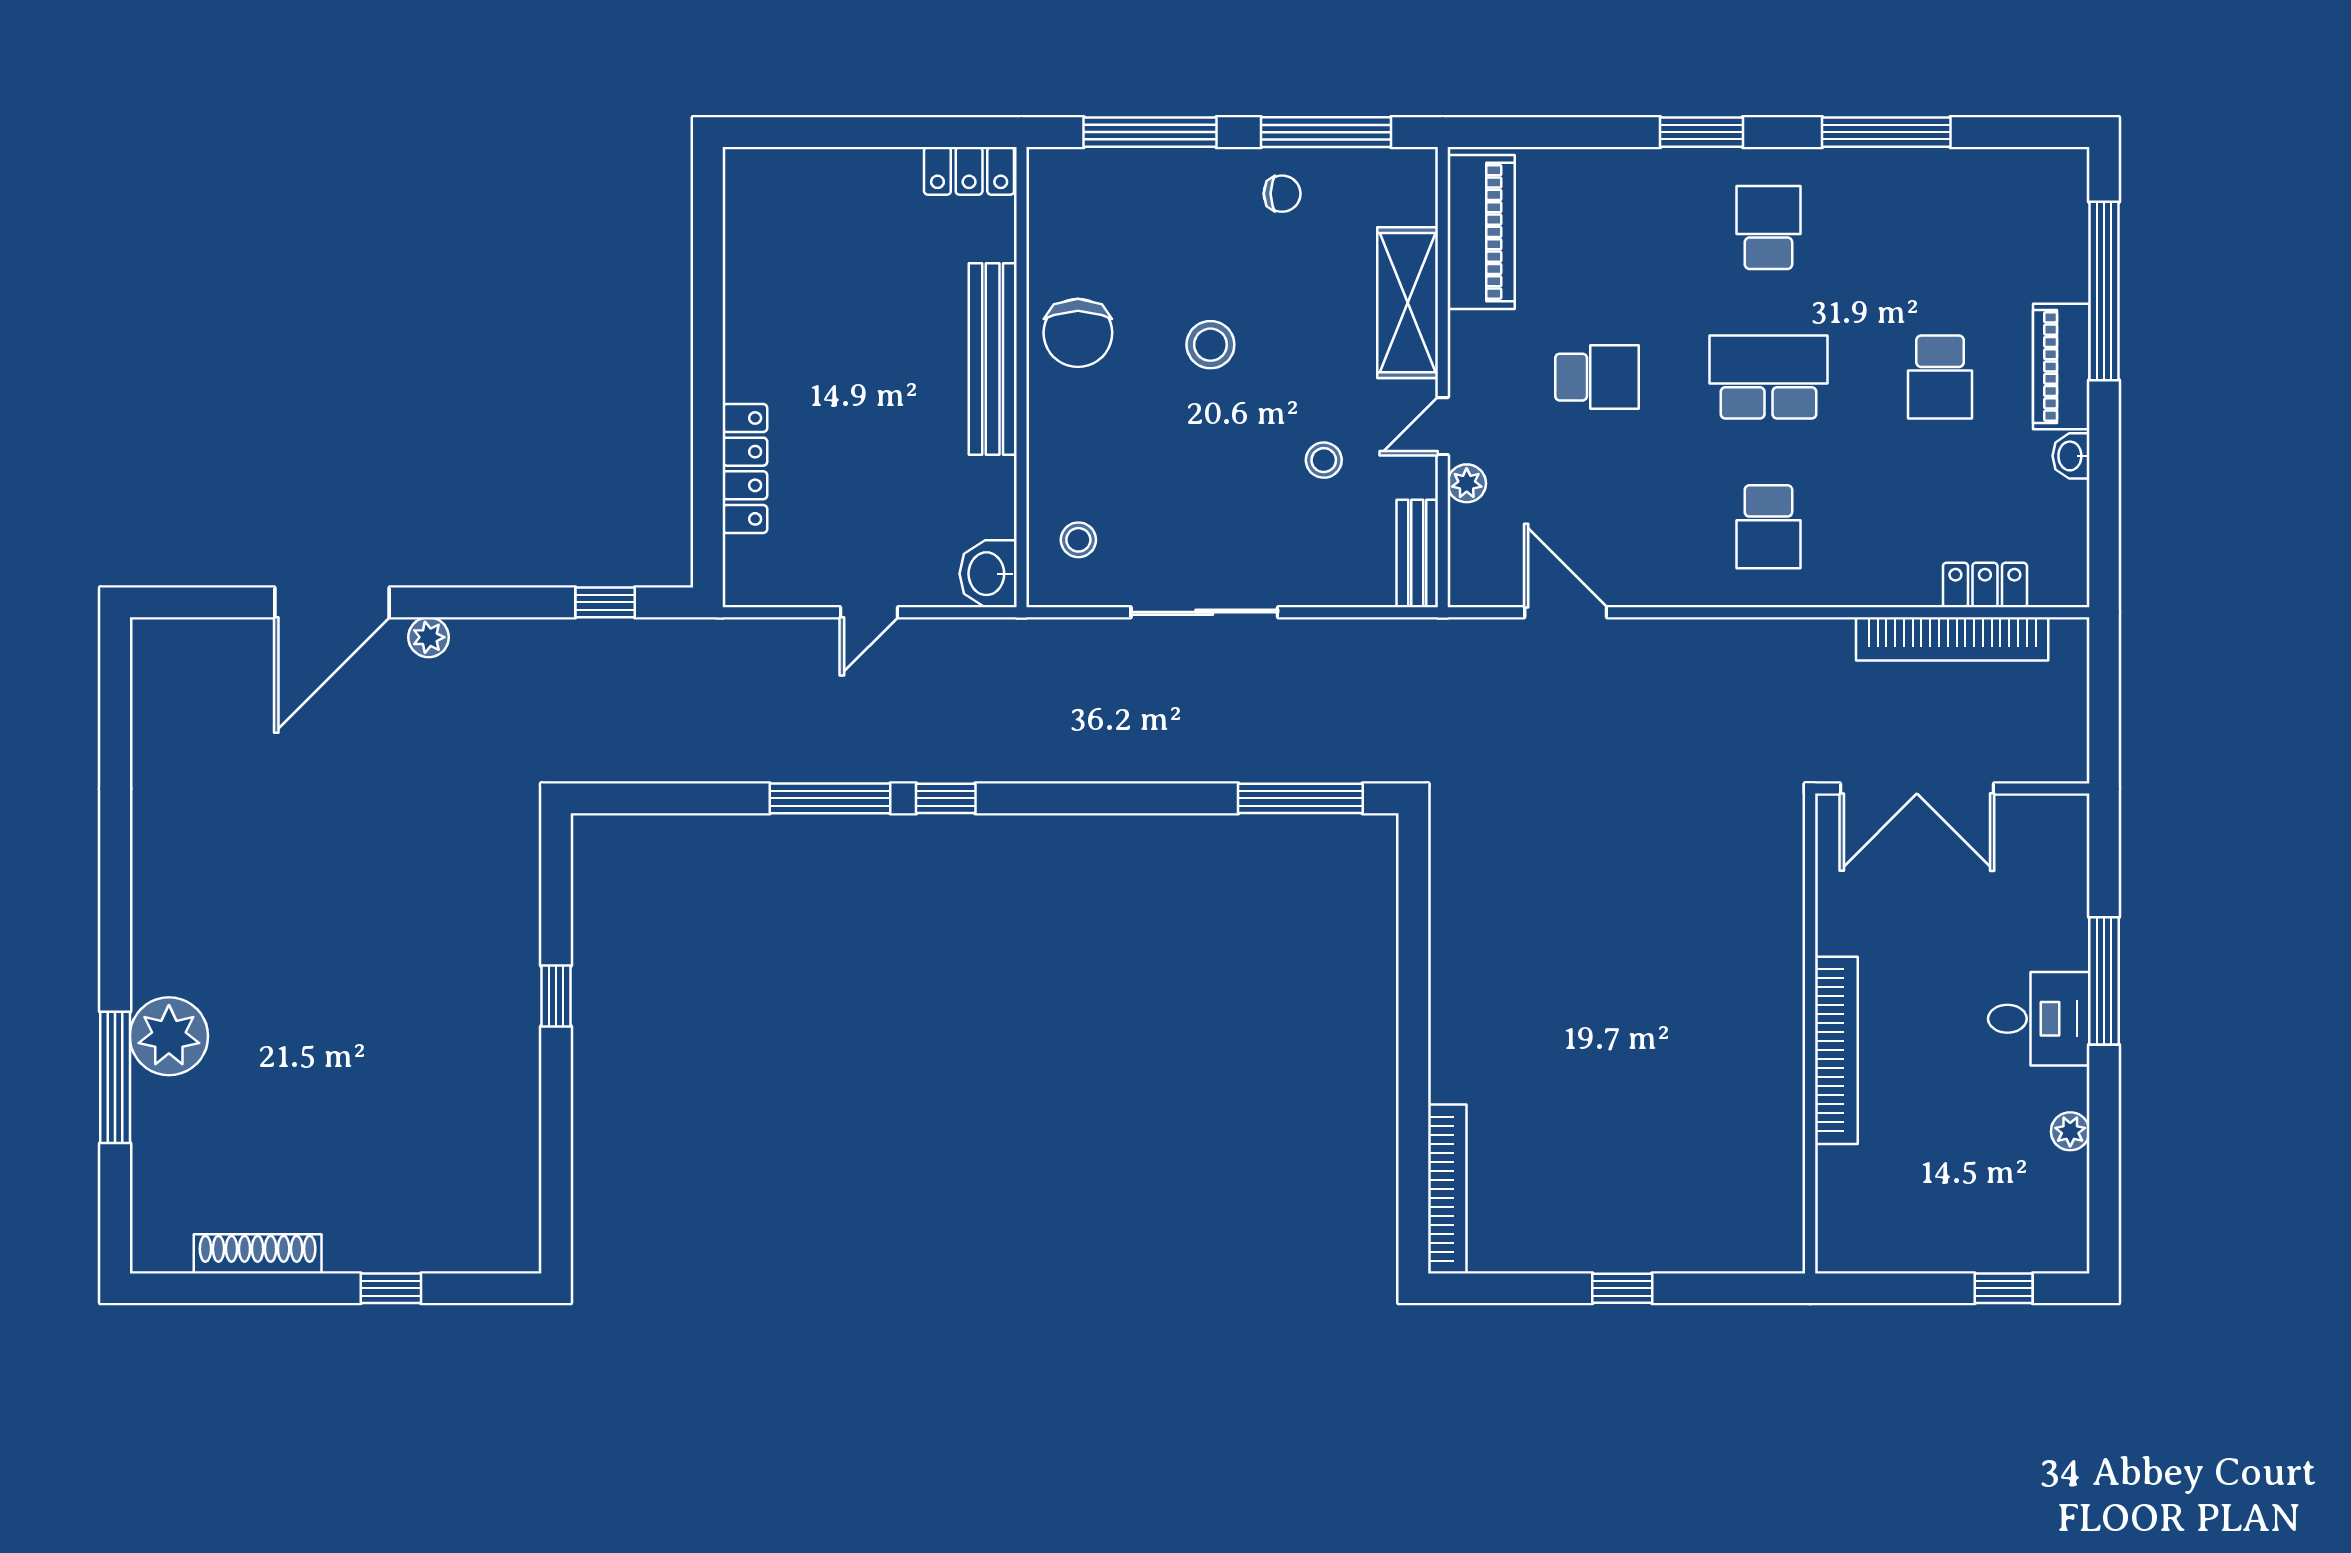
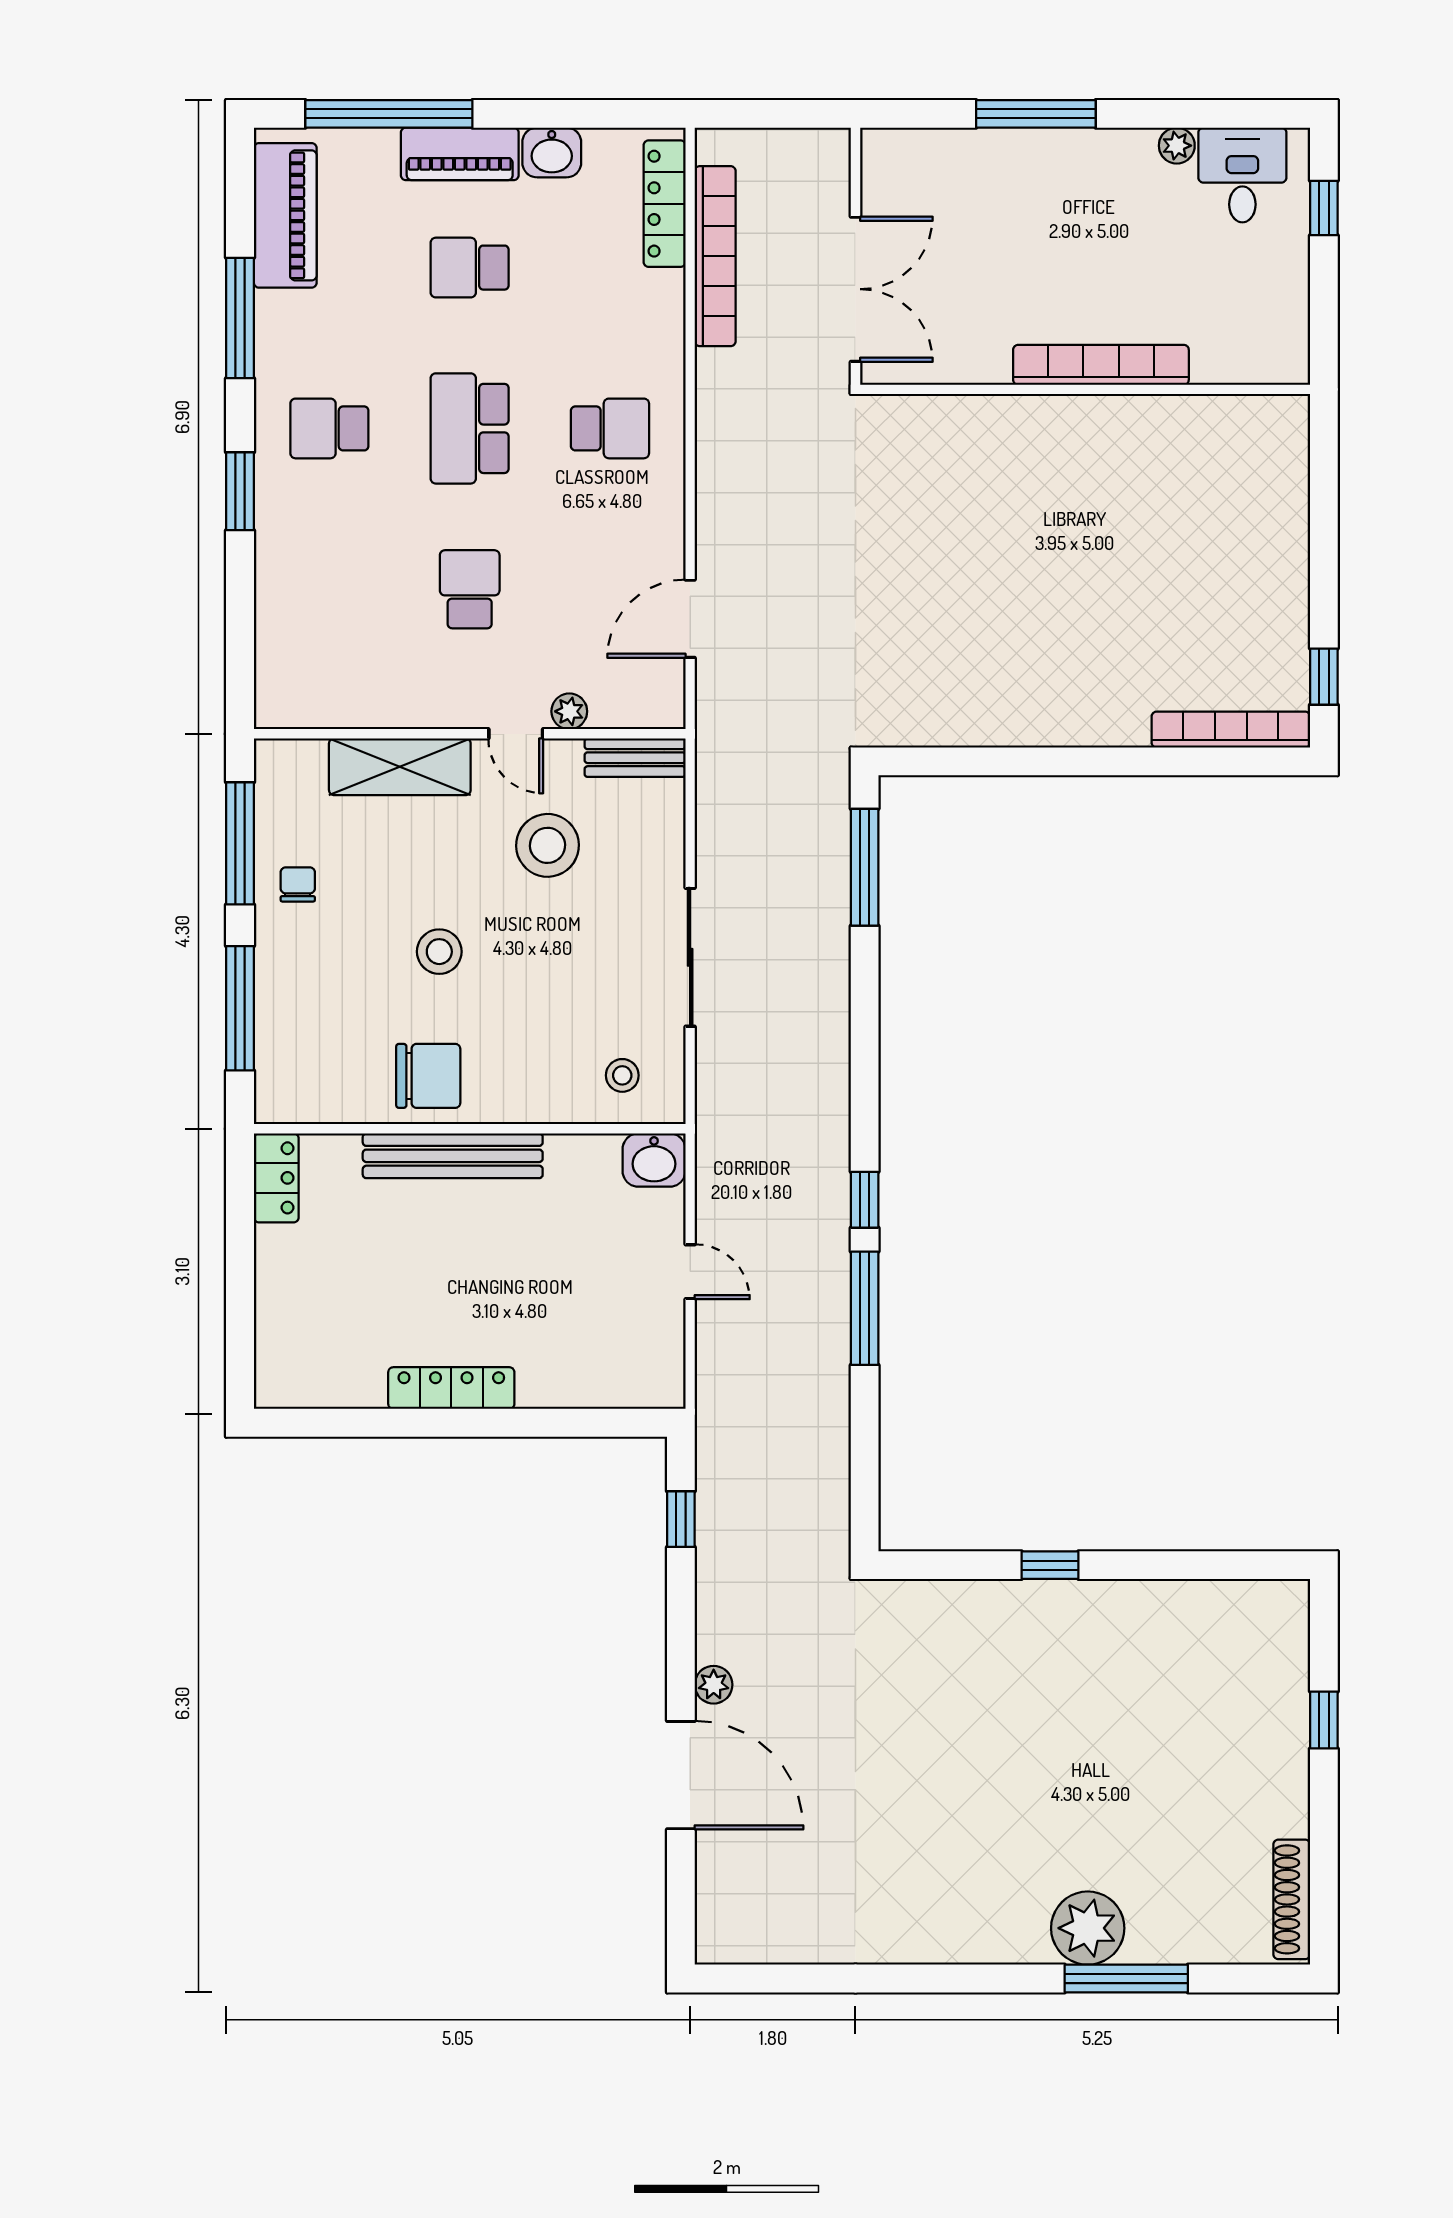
piano: (1481, 232) -> (285, 215), moved, turned 90
school desk: (1940, 377) -> (470, 268), turned 180
washbasin: (2071, 456) -> (552, 152), width x1.38, depth x1.45
stool: (1324, 460) -> (548, 845), width x1.89, depth x1.89
locker: (745, 468) -> (451, 1388), moved
locker: (1985, 585) -> (665, 204), width x1.53
desk: (2039, 1019) -> (1242, 175), moved
shoe rack: (258, 1254) -> (1292, 1899), moved
window: (1622, 1288) -> (1324, 677), moved

